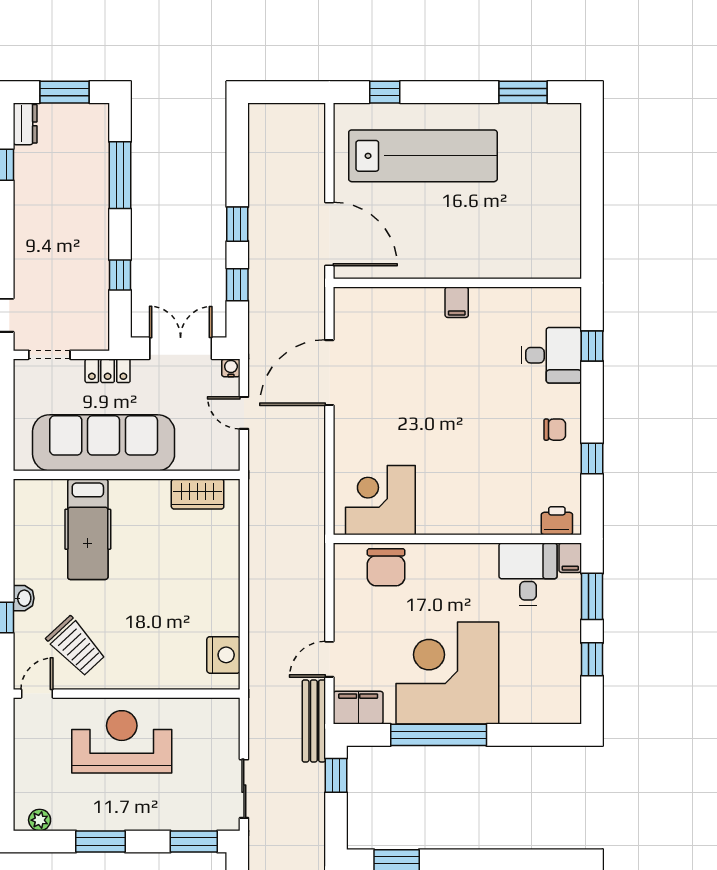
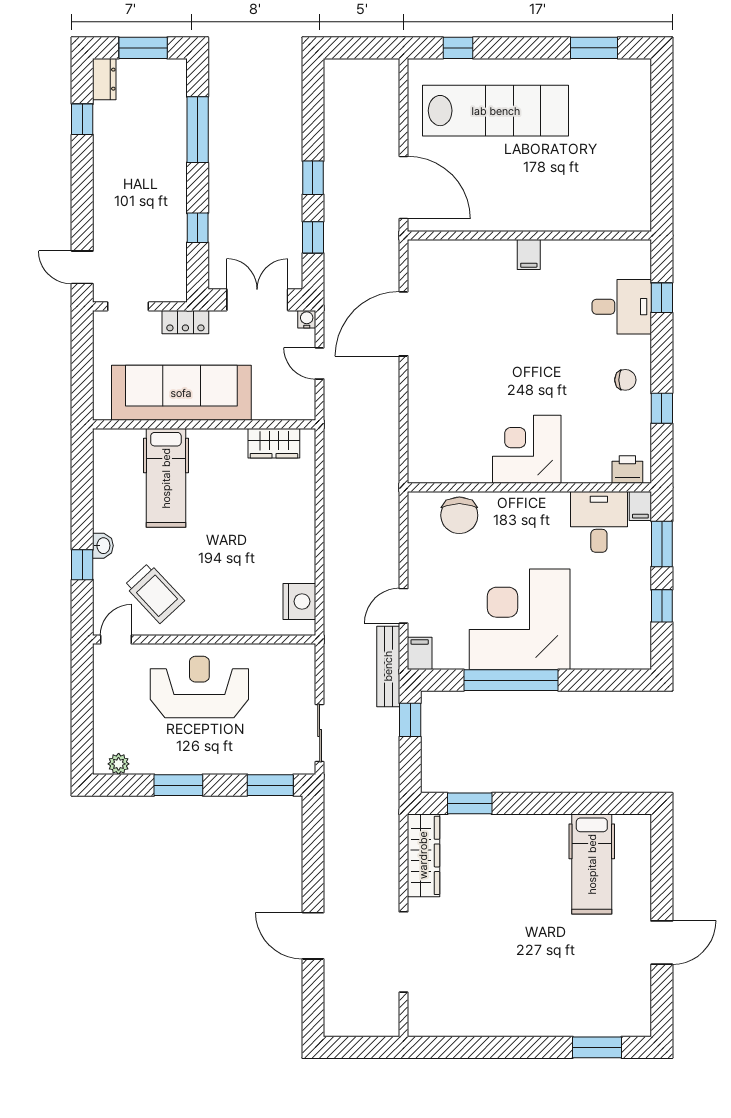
corner desk: (380, 500) -> (527, 449), moved
filing cabinet: (358, 708) -> (420, 653), width x0.50

